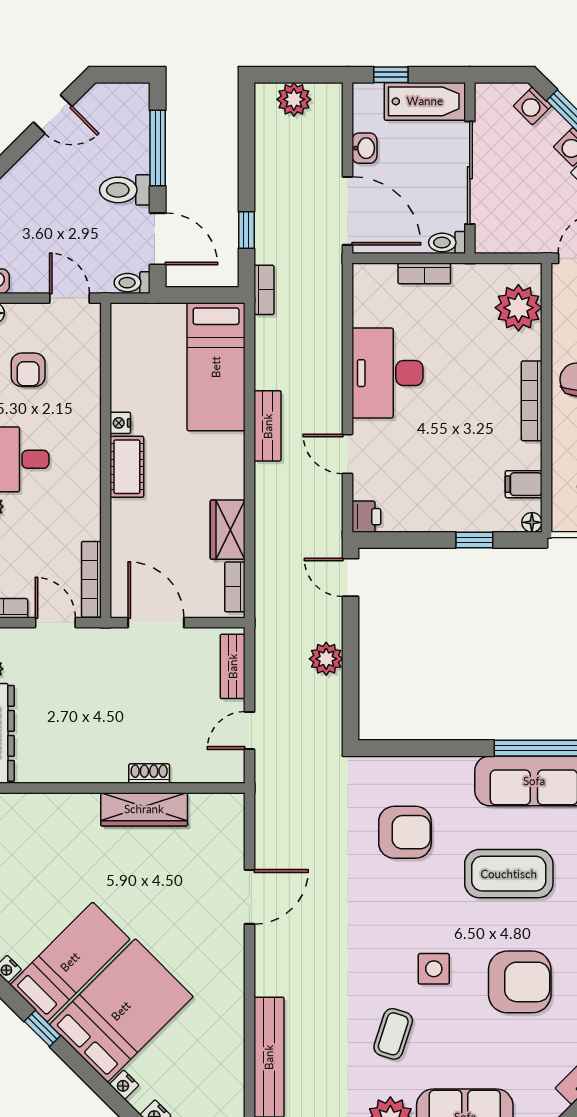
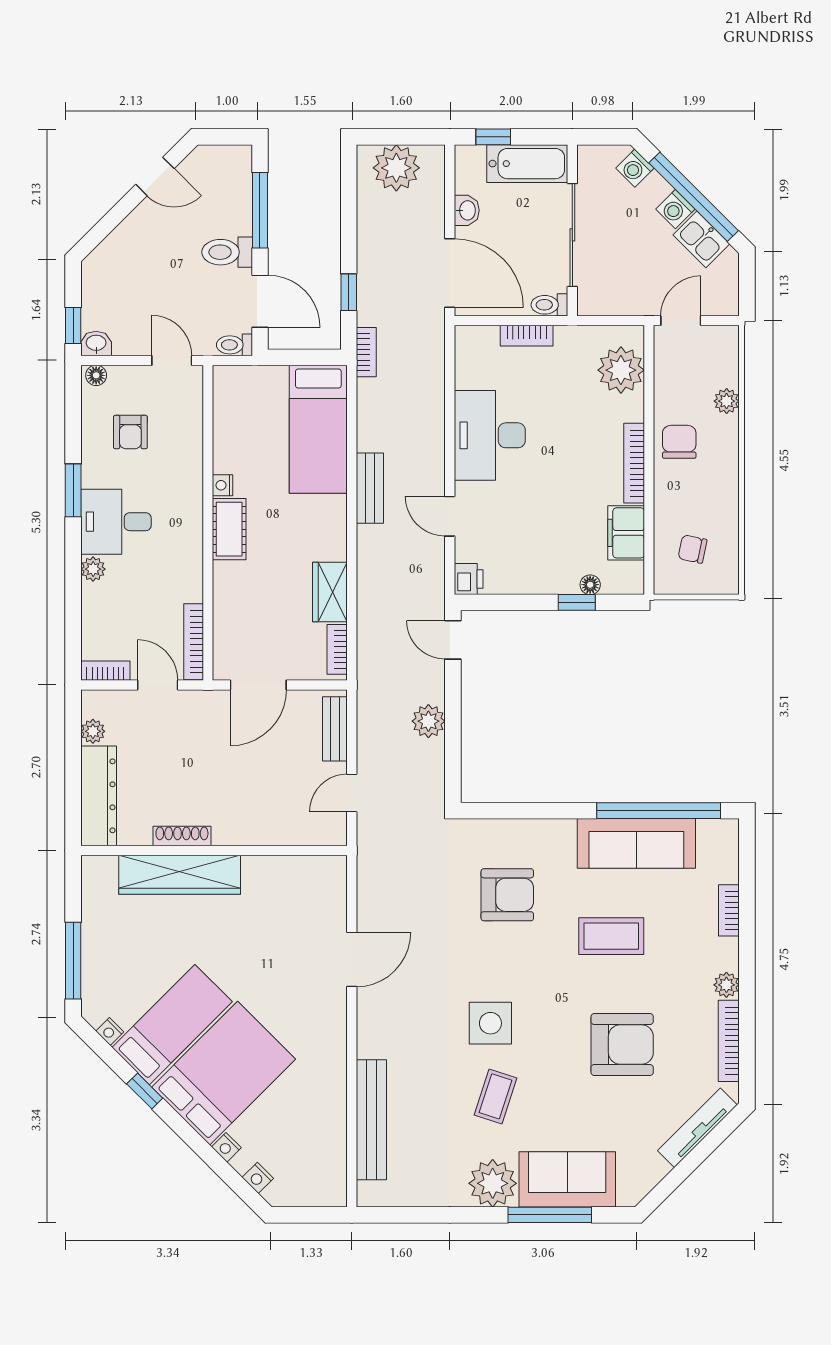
plant: (294, 99) -> (396, 168), width x1.36, depth x1.36
filing cabinet: (524, 484) -> (626, 533), width x2.00
floor lamp: (532, 522) -> (590, 585), moved
door: (156, 623) -> (258, 685), swing flipped
shoe rack: (149, 774) -> (182, 836), moved, width x1.43
wardrobe: (144, 809) -> (180, 875), moved, width x1.40, depth x1.17
coffee table: (509, 874) -> (611, 936), width x0.73, depth x0.76
side table: (434, 969) -> (490, 1023), moved, width x1.37, depth x1.37

